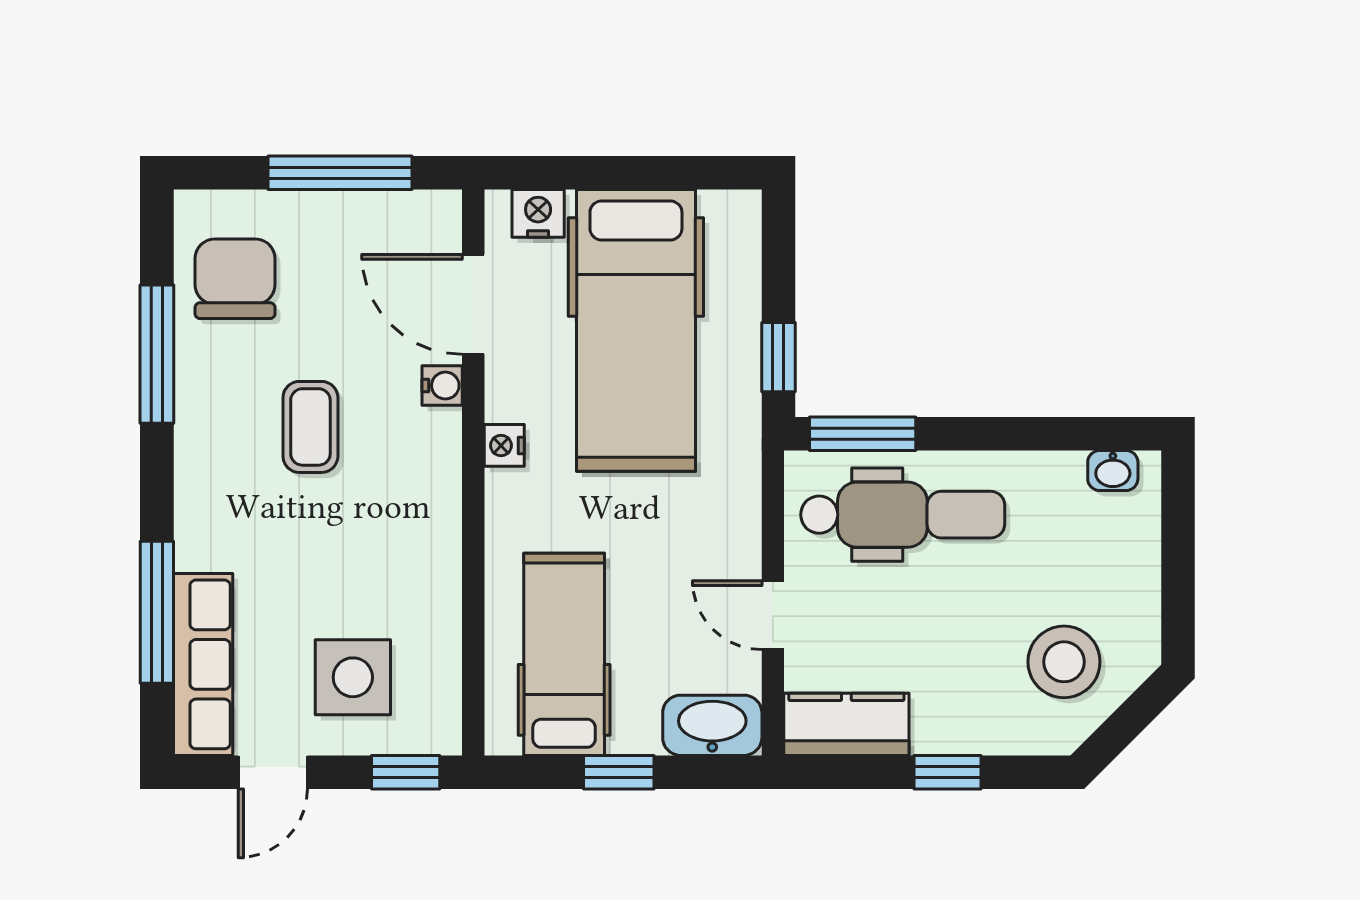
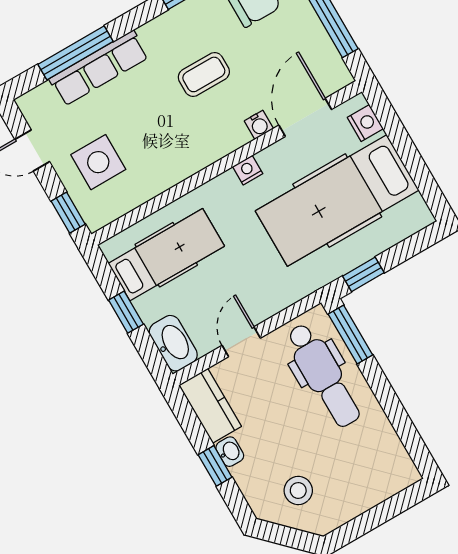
washbasin: (1113, 471) -> (230, 452), moved, turned 180
stool: (1064, 662) -> (298, 490), width x0.73, depth x0.73
row of seats: (203, 664) -> (99, 68), moved

